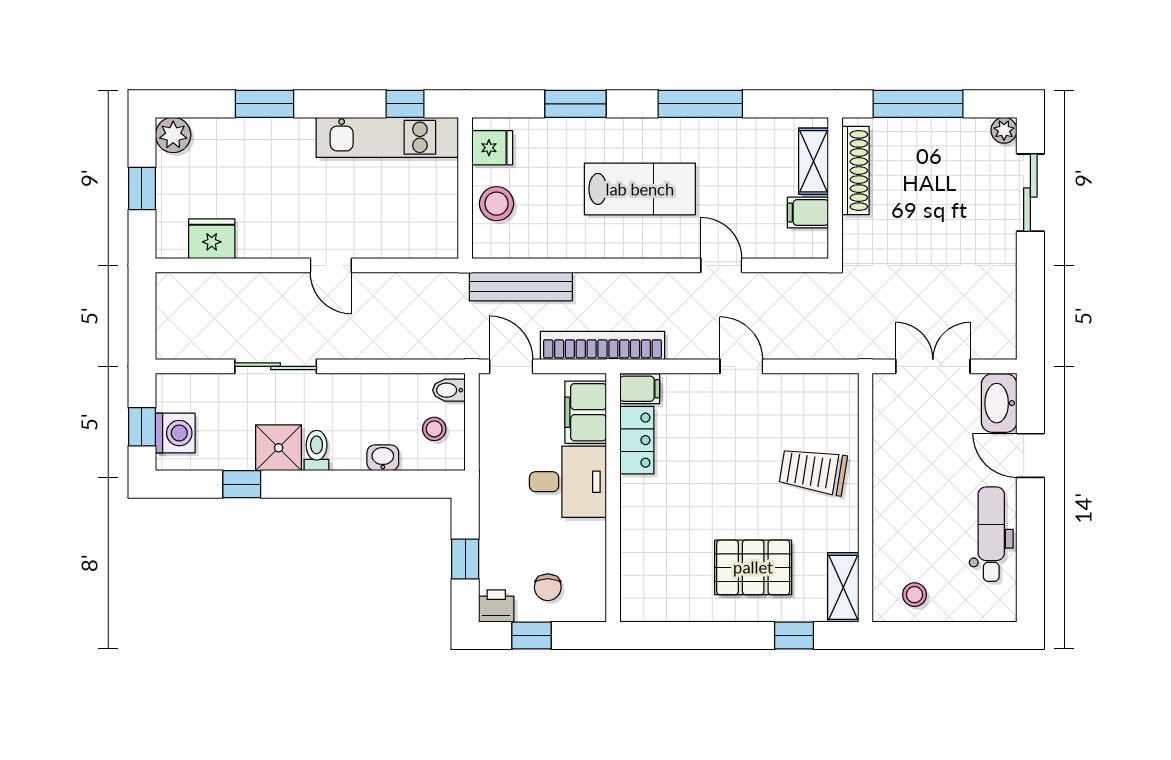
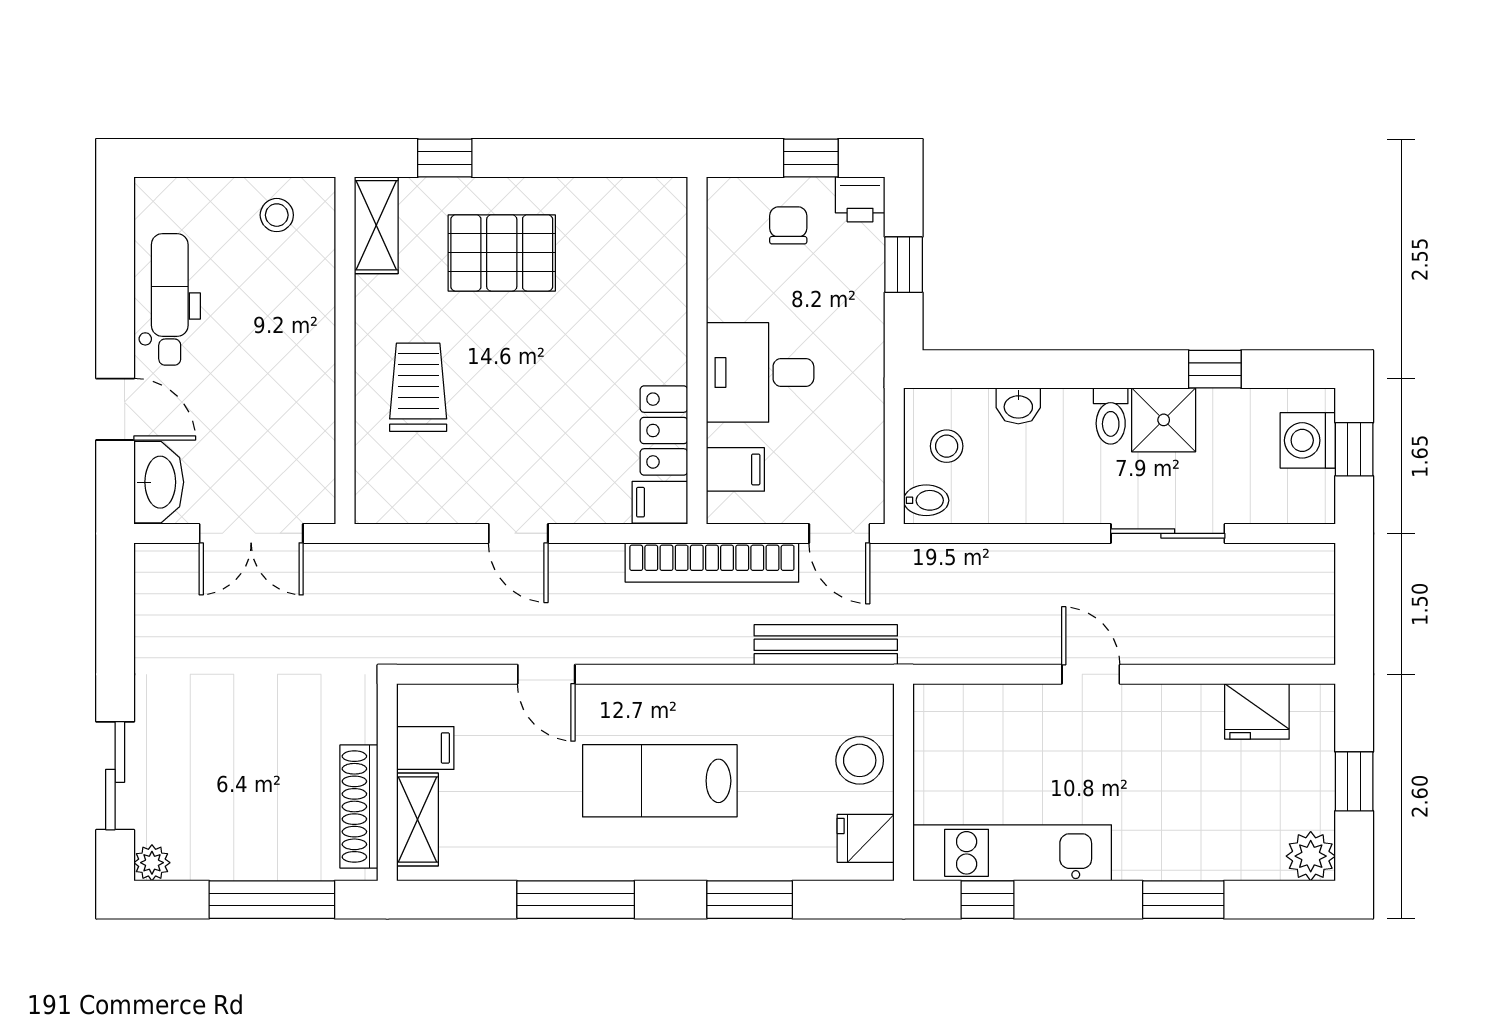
filing cabinet: (586, 412) -> (735, 469), width x0.50
trolley: (813, 471) -> (418, 387), turned -99
dental chair: (991, 534) -> (170, 299), turned 180

